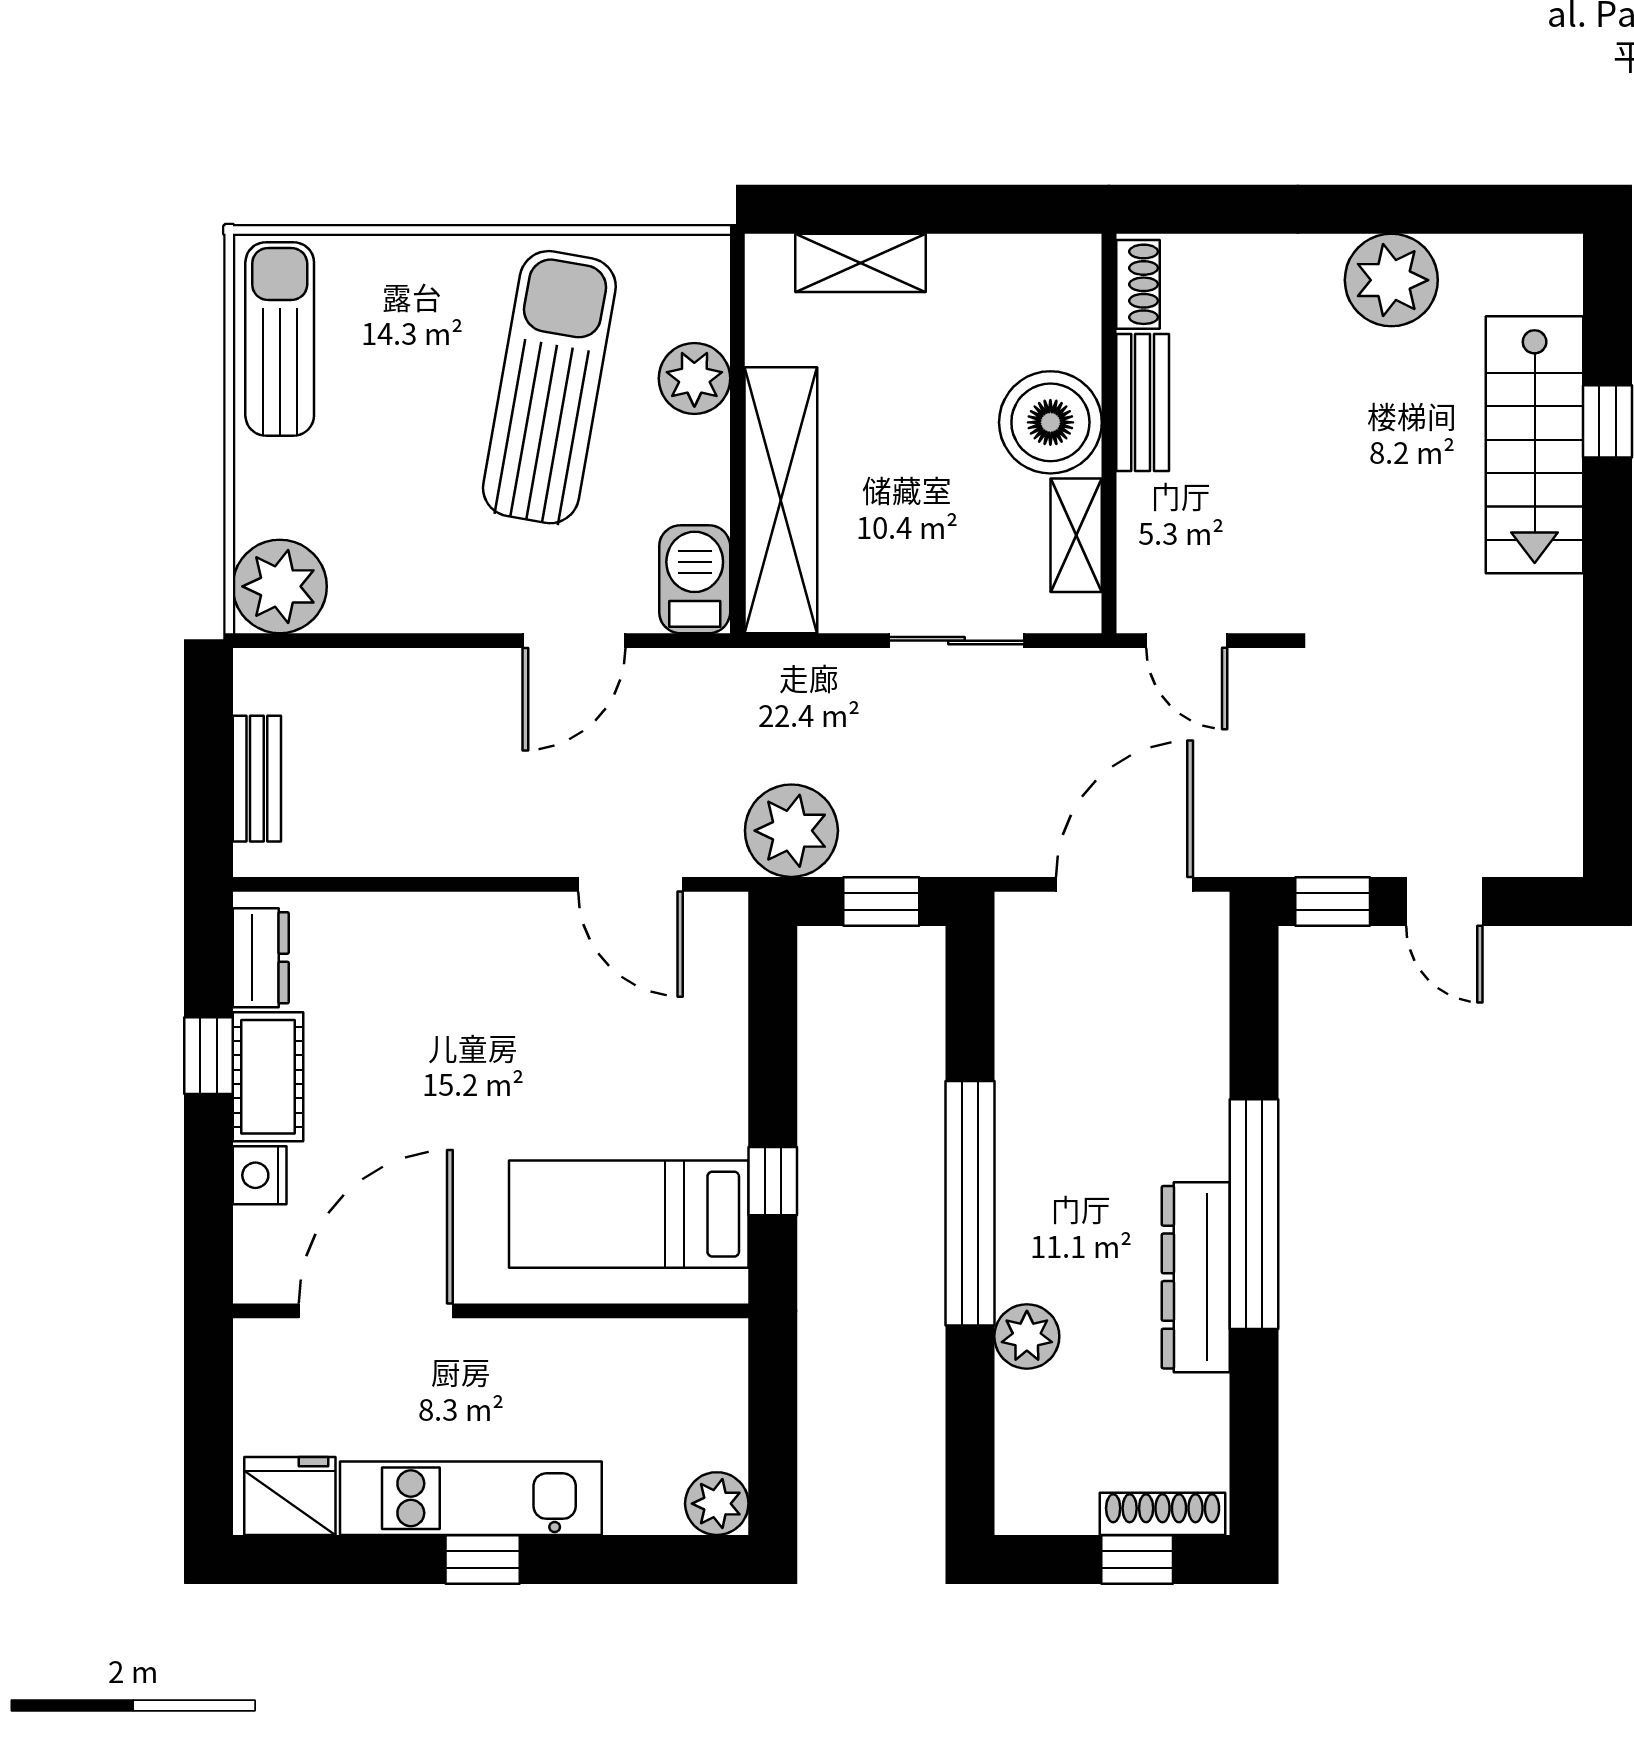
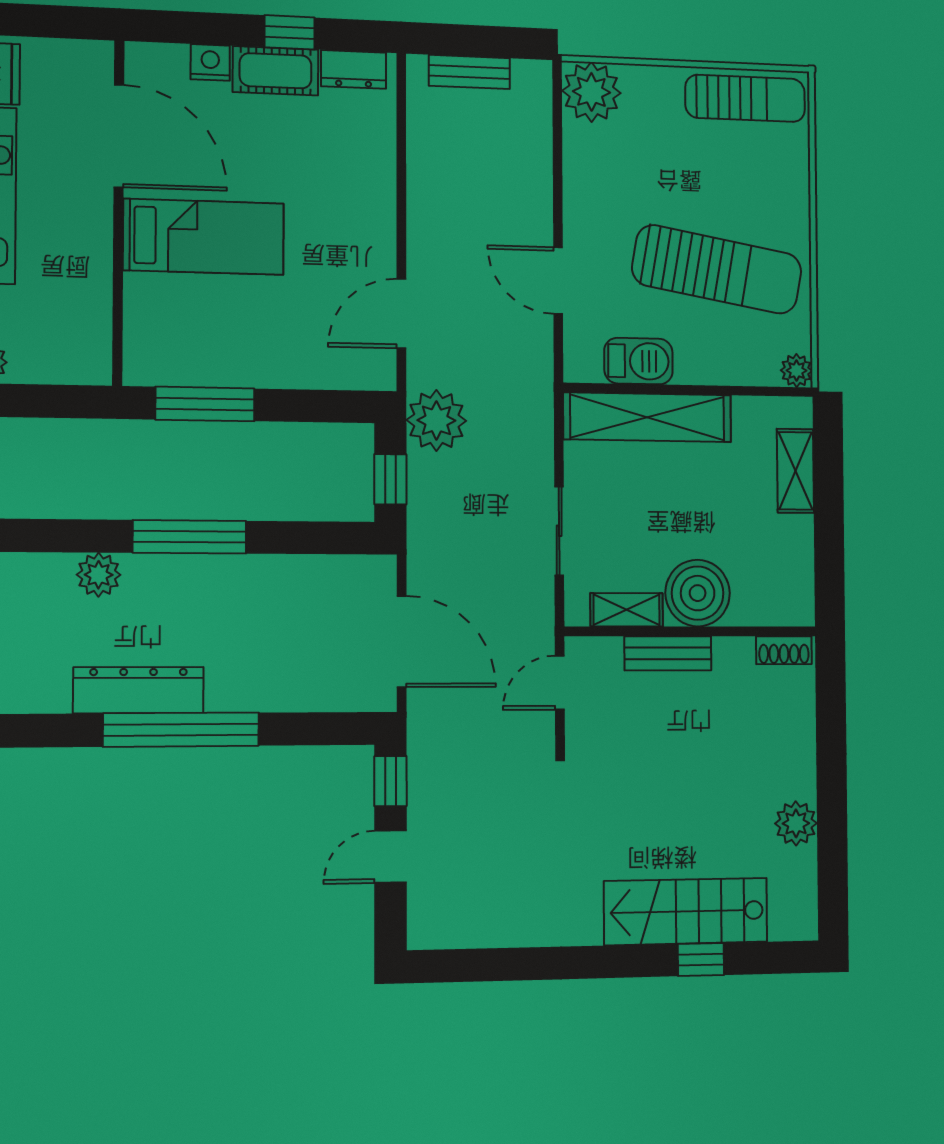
plant: (1391, 280) -> (796, 823), width x0.73, depth x0.73
plant: (694, 378) -> (797, 371), moved, width x0.73, depth x0.73
bench: (1143, 402) -> (668, 653), moved
barbecue: (695, 579) -> (638, 361), moved
window: (773, 1181) -> (205, 404), width x2.17
window: (970, 1203) -> (189, 537), width x0.68
bed: (629, 1214) -> (204, 237), moved, turned 90

